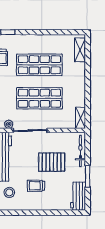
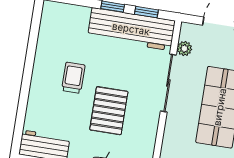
stool: (9, 192) -> (69, 31), removed

